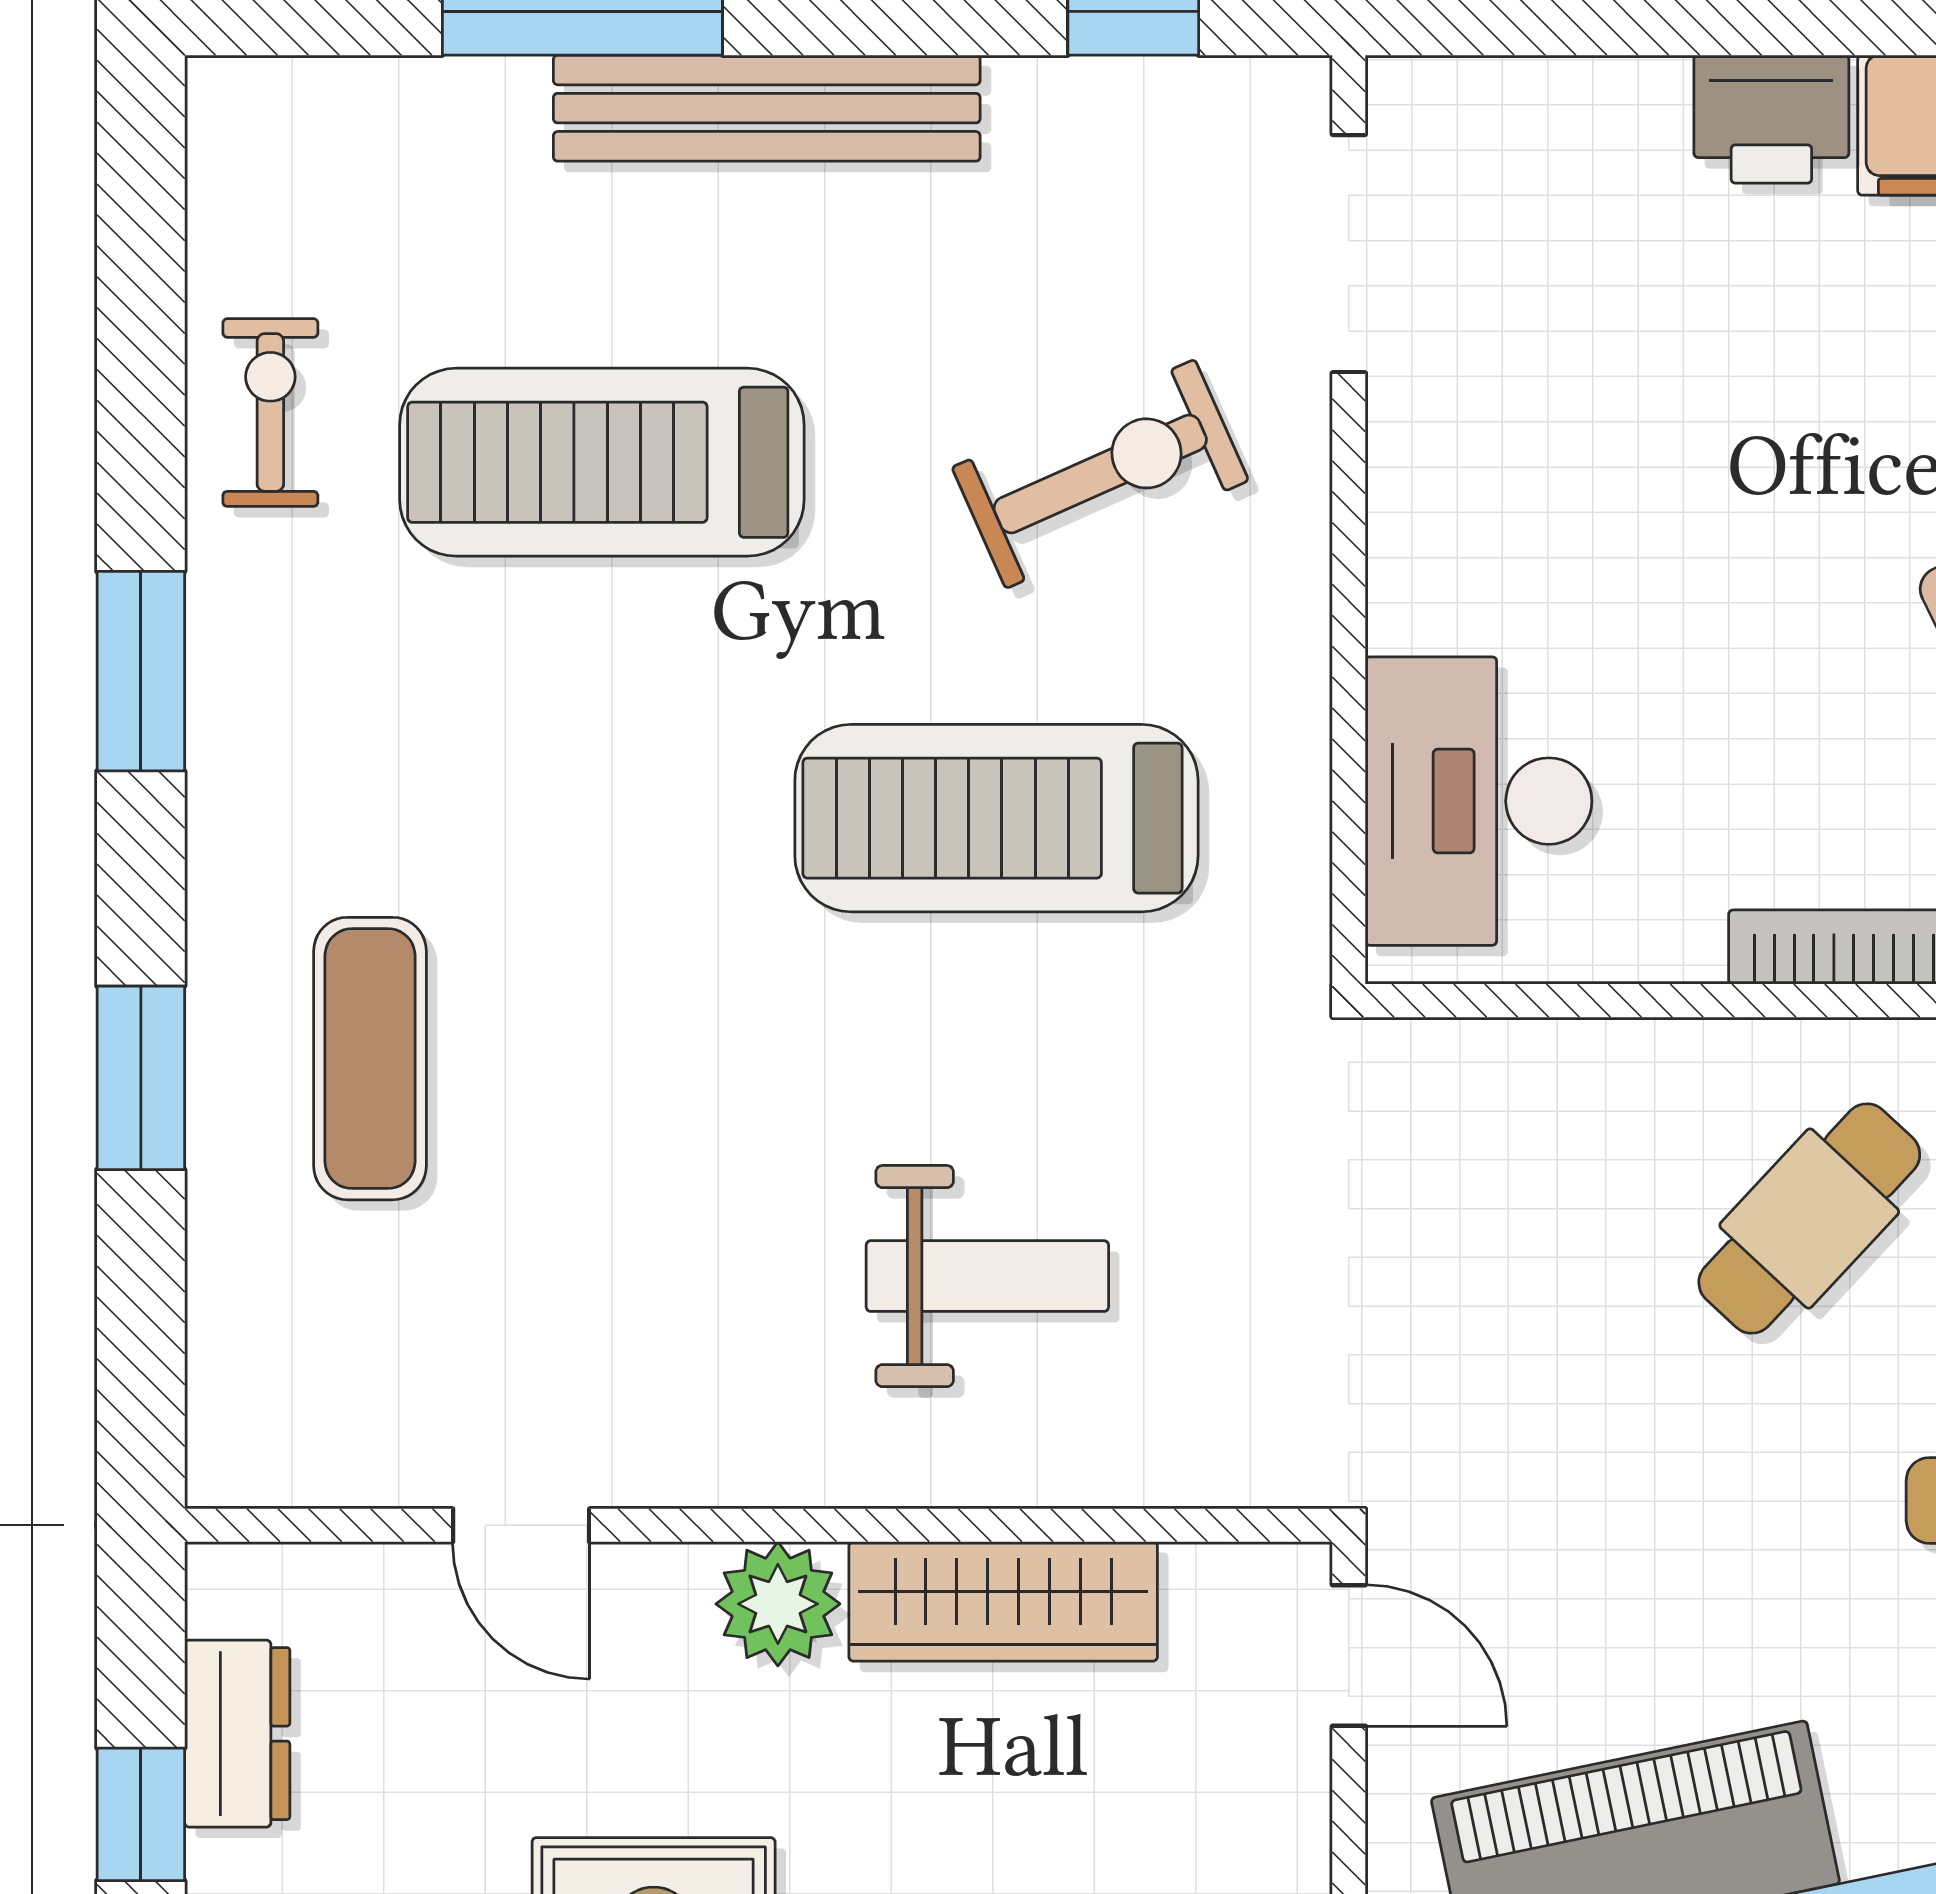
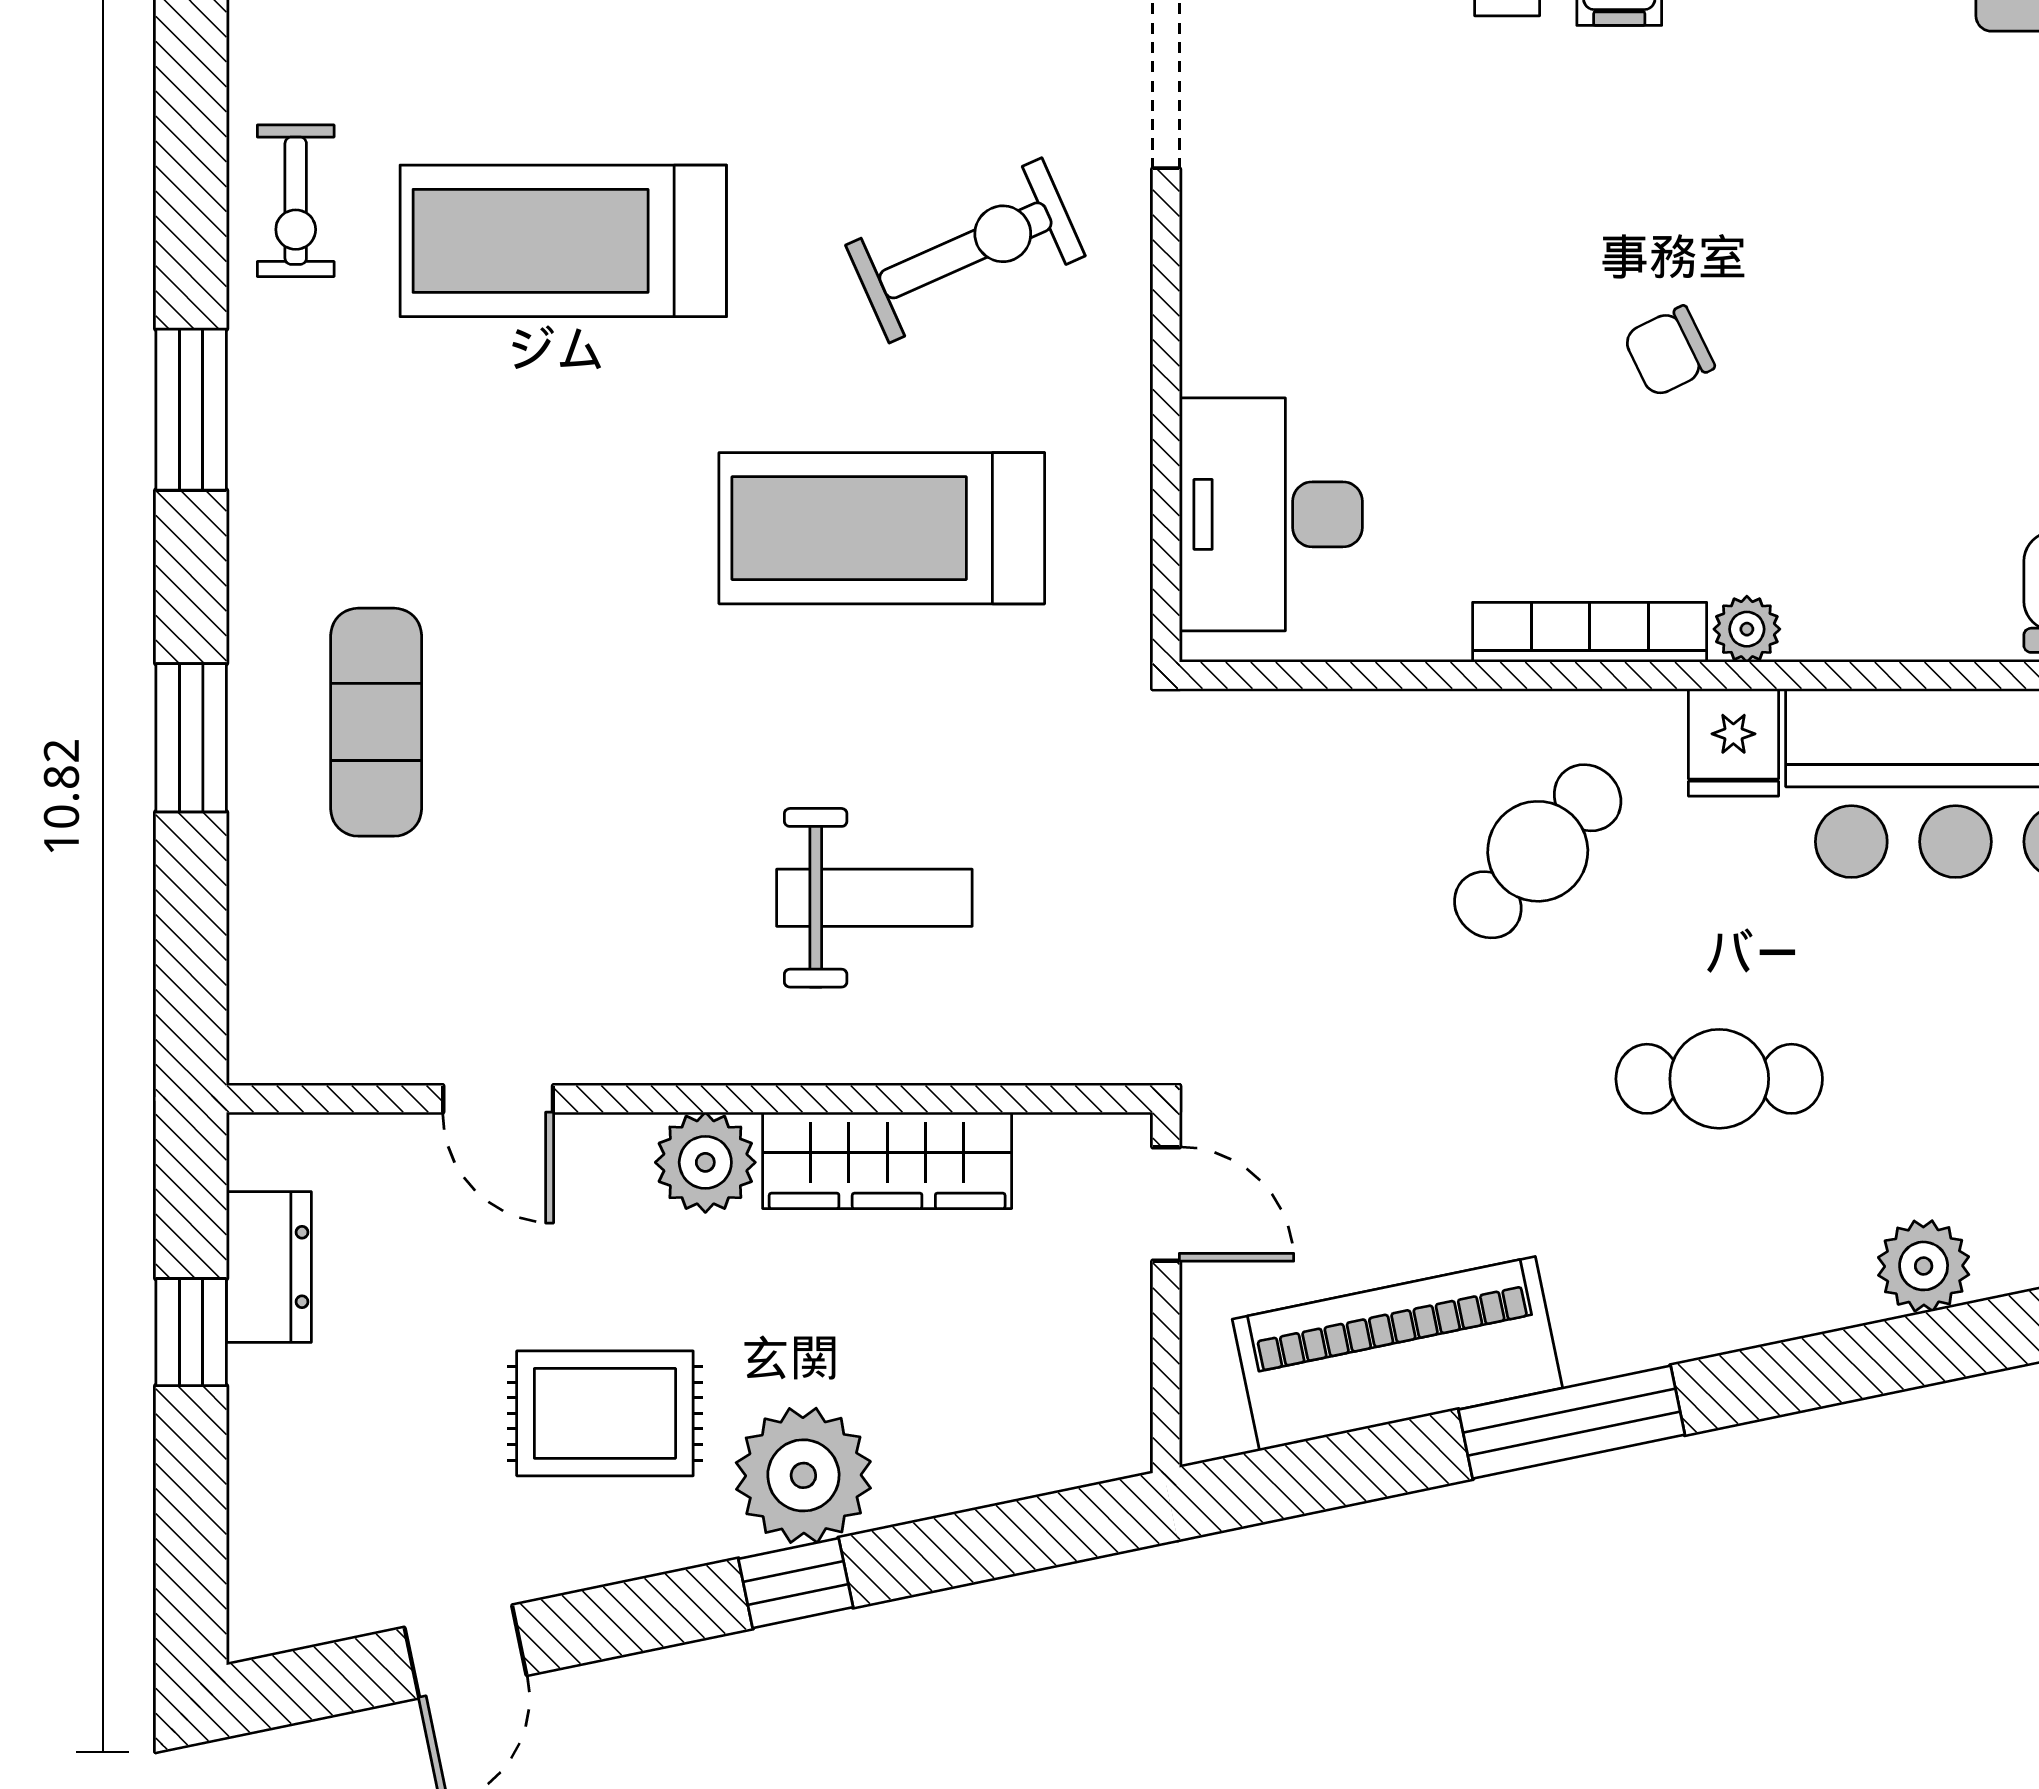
exercise bike: (270, 412) -> (296, 201), turned 180

